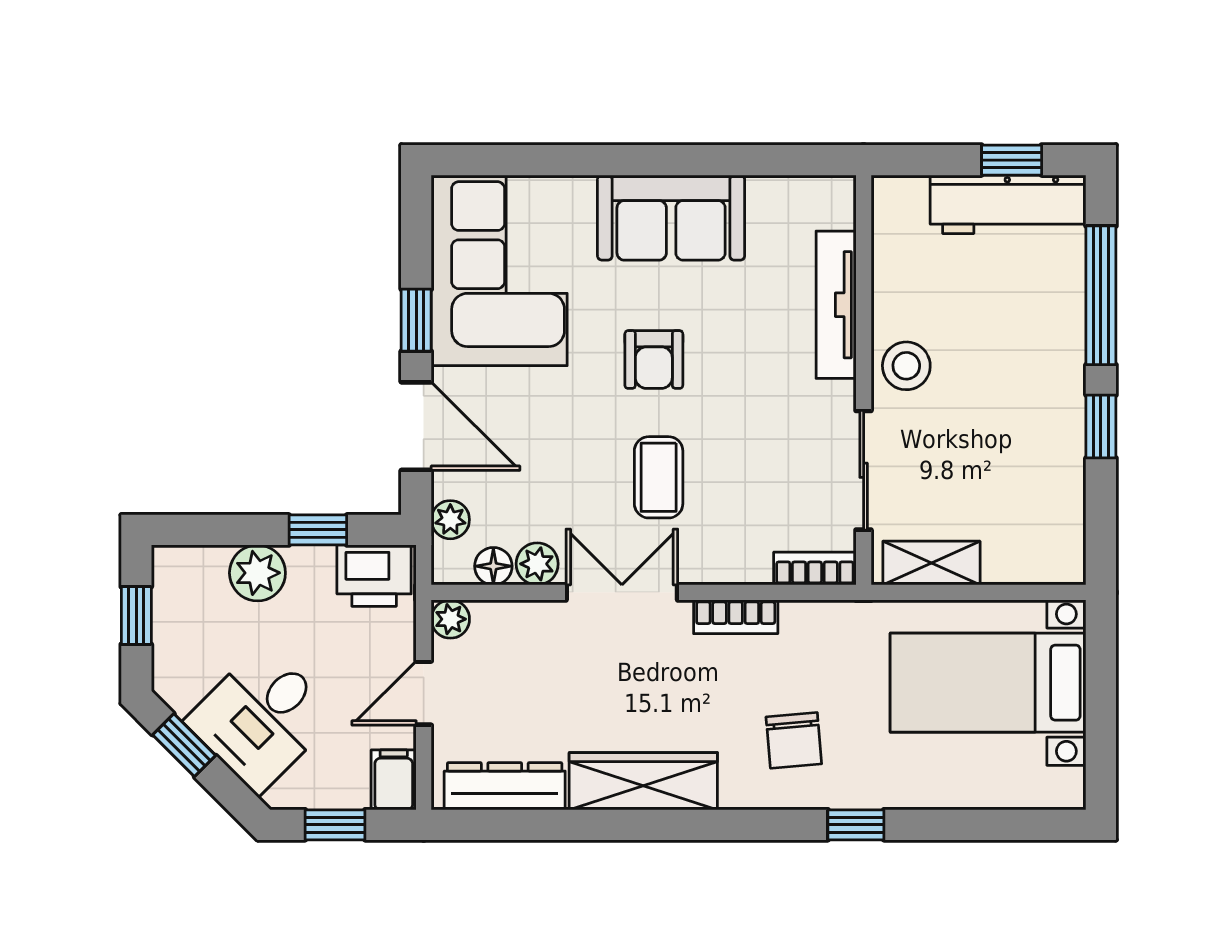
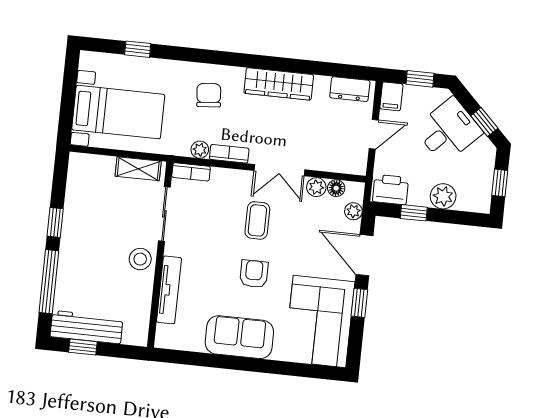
plant: (450, 619) -> (200, 150), moved
dresser: (505, 786) -> (350, 89), width x0.70
window: (856, 825) -> (138, 49), moved

